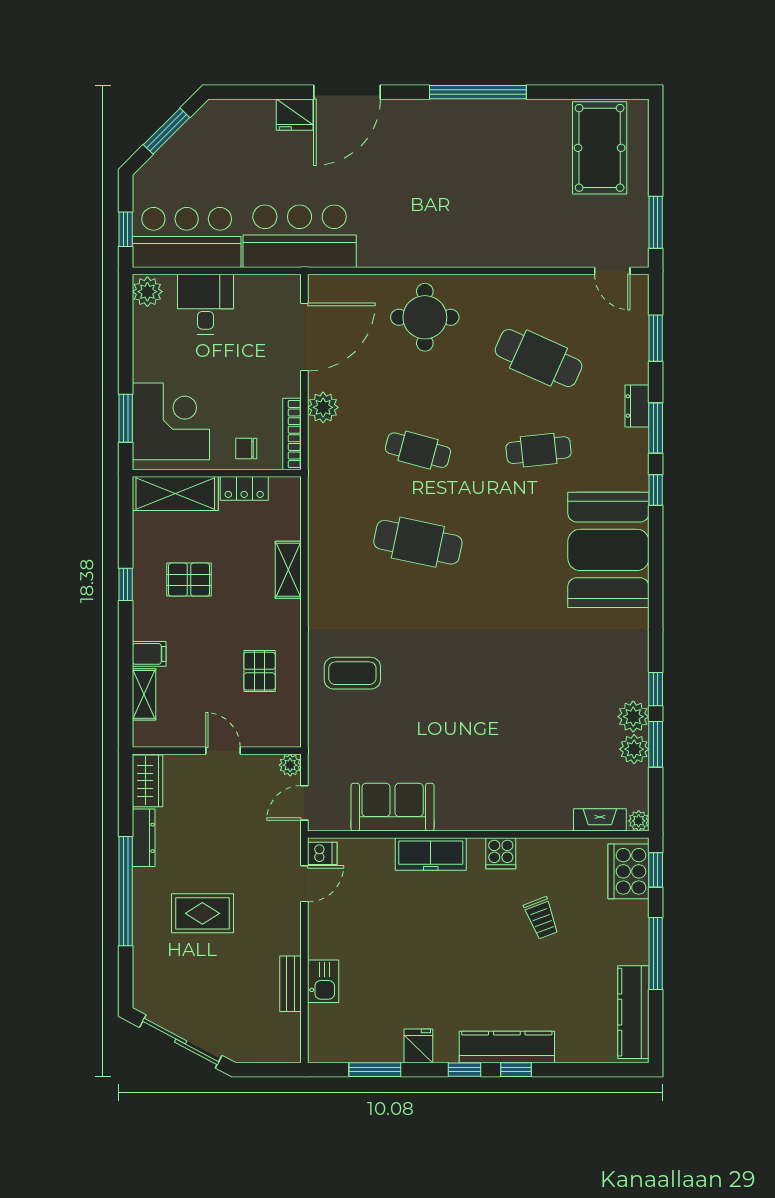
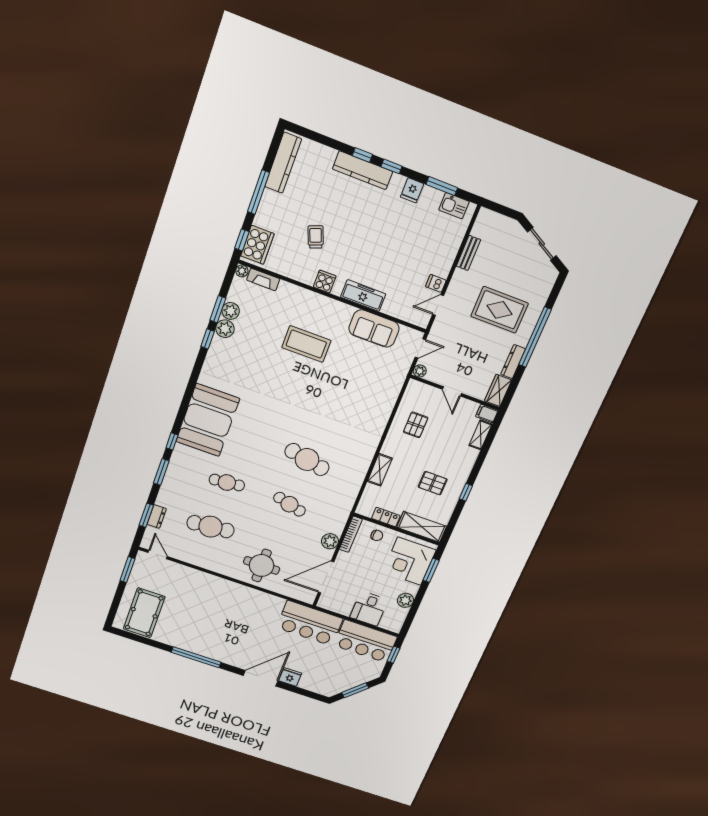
plant: (147, 292) -> (405, 600), moved
cafe table: (539, 358) -> (211, 527), turned -30
dresser: (637, 406) -> (157, 517), moved
filing cabinet: (149, 654) -> (487, 414), moved
coffee table: (352, 673) -> (306, 344), moved, width x1.36, depth x1.32
dishwasher: (322, 853) -> (436, 283), moved
rug: (202, 913) -> (500, 310), width x1.36, depth x1.43
kitchen sink: (323, 981) -> (454, 206), moved, turned -90
sliding door: (181, 1041) -> (542, 244), width x0.73

